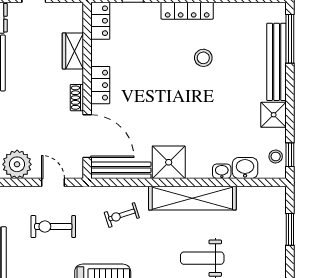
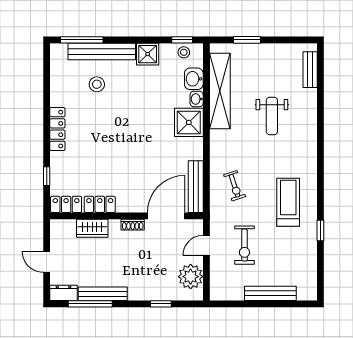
stool: (203, 58) -> (97, 84), moved
locker: (100, 85) -> (100, 204), moved
shower: (169, 162) -> (189, 122), moved
shelving: (192, 198) -> (220, 91), moved

